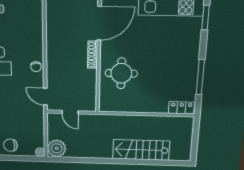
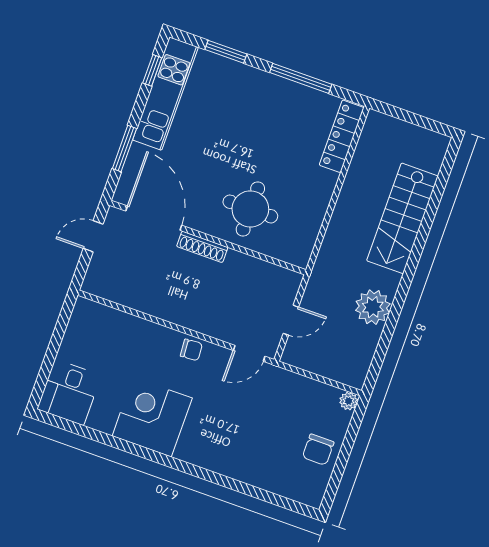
window: (206, 18) -> (226, 52), moved
locker: (181, 108) -> (342, 136), width x1.53
plant: (57, 148) -> (373, 307), moved

